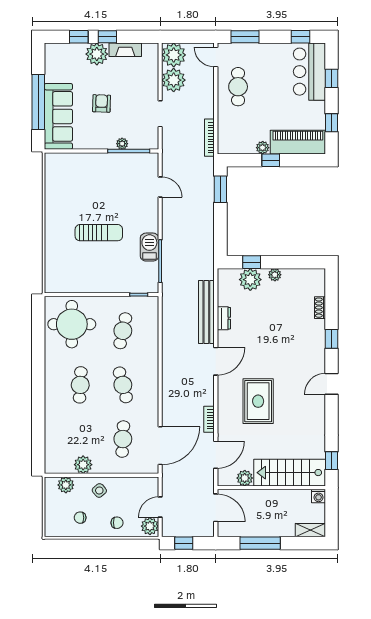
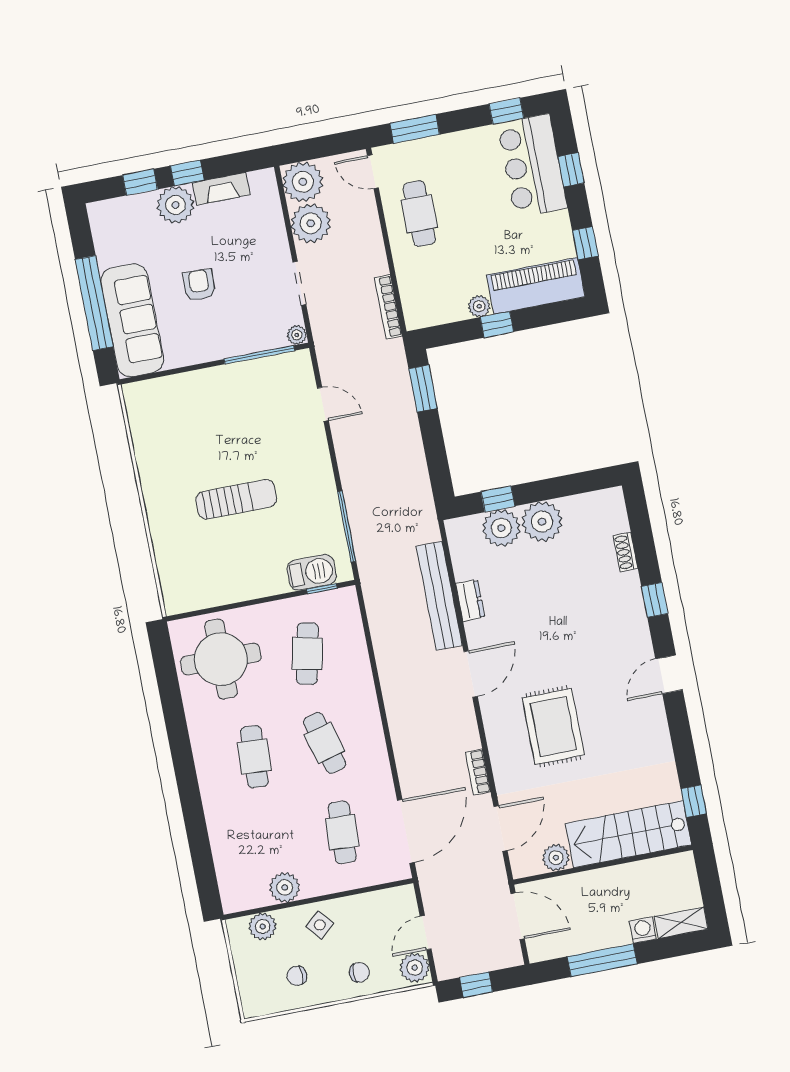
plant: (122, 144) -> (297, 335), moved
barbecue: (149, 247) -> (312, 572), moved, turned 90
plant: (275, 275) -> (542, 522), width x1.88, depth x1.88
washing machine: (319, 496) -> (643, 930), moved, turned 180

